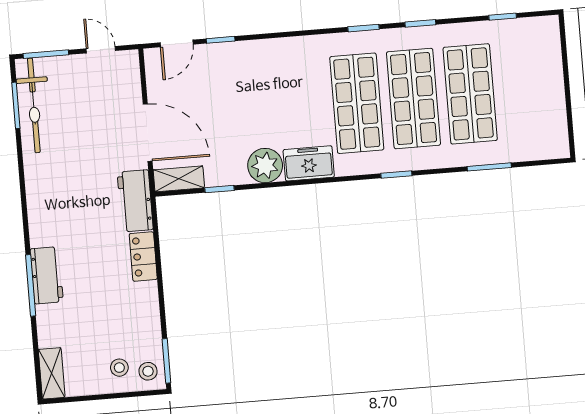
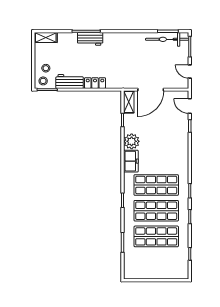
door: (101, 50) -> (190, 72), swing flipped
workbench: (135, 201) -> (70, 81), moved

